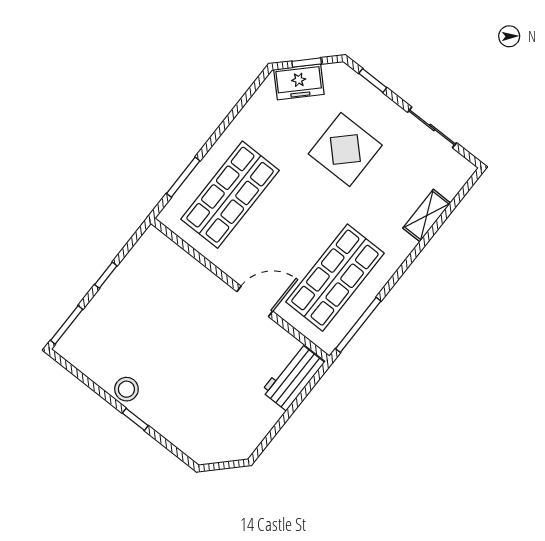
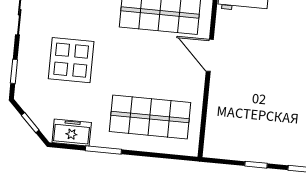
freezer: (299, 82) -> (72, 133), moved, turned -45
window: (183, 177) -> (103, 150), moved

